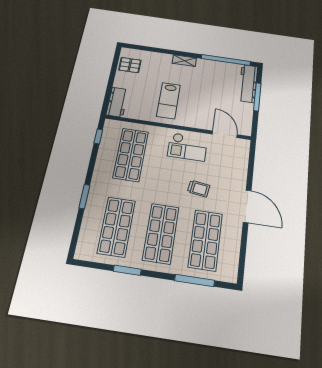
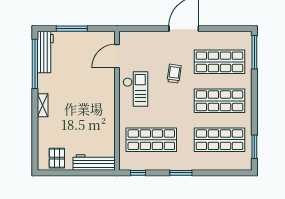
workbench: (248, 83) -> (45, 52), moved, turned -90
lab bench: (168, 101) -> (90, 114), removed
workbench: (117, 102) -> (94, 162), width x1.38
window: (84, 197) -> (181, 173), moved
window: (127, 270) -> (254, 147), moved
window: (195, 280) -> (254, 52), moved

